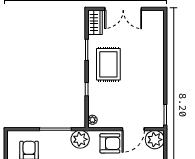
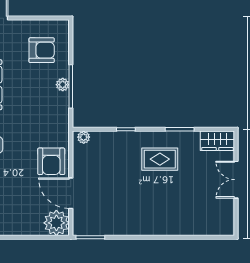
double door: (123, 9) -> (236, 180), width x0.73
rug: (108, 64) -> (160, 159), width x0.73, depth x0.70
plant: (80, 139) -> (63, 85), moved, width x0.53, depth x0.53

